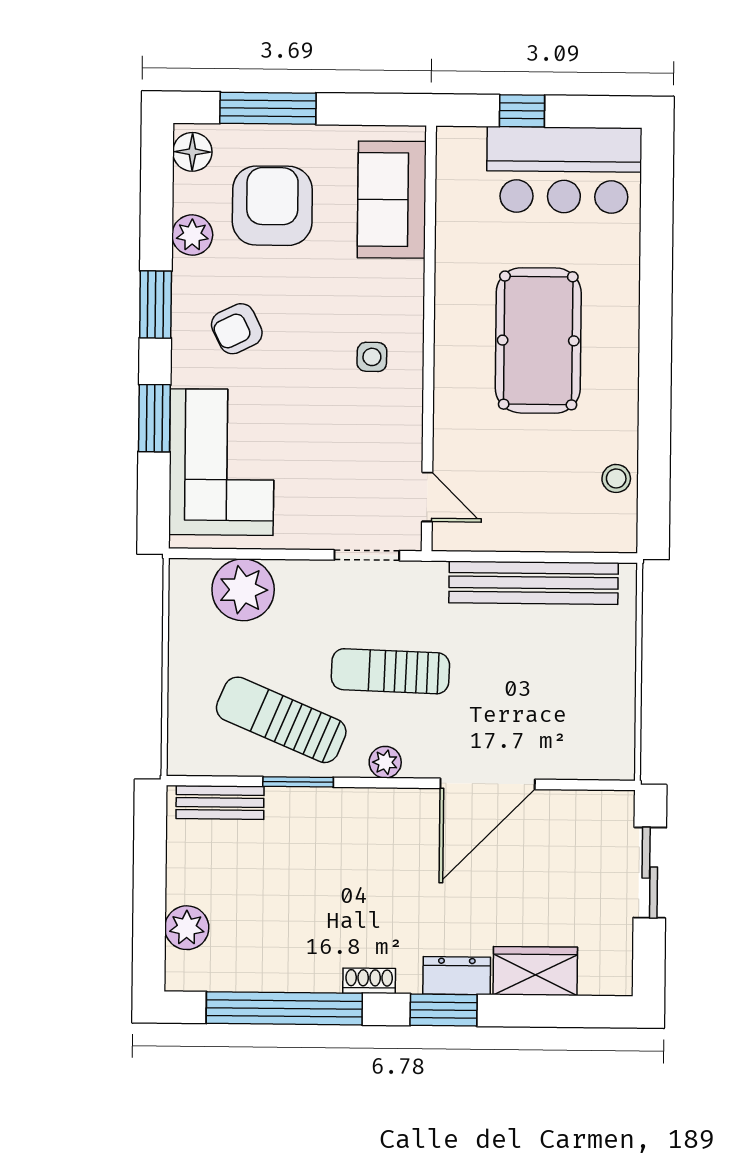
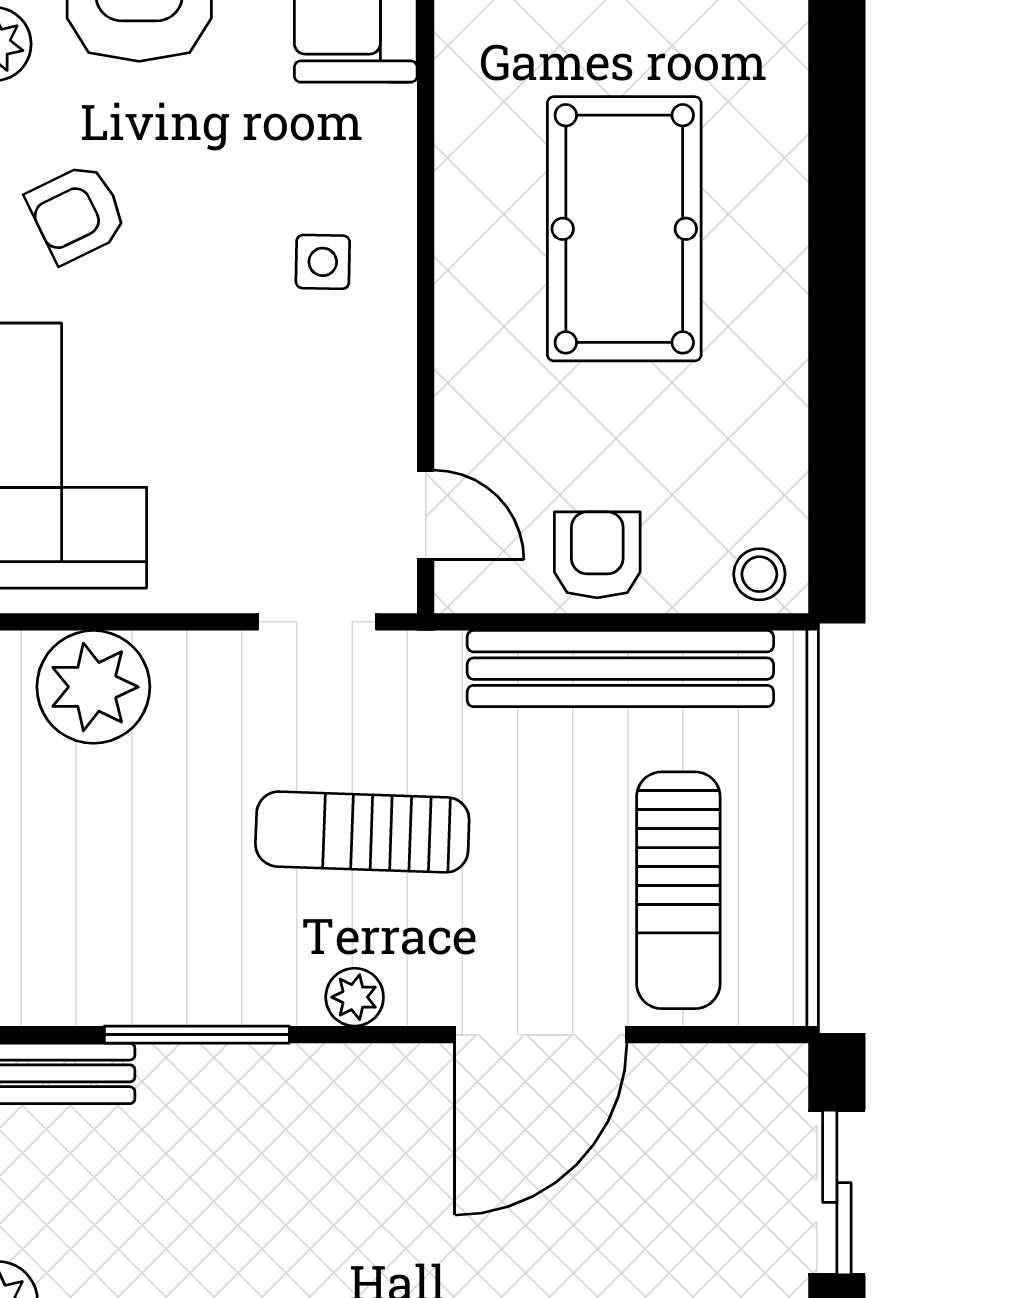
stool: (616, 478) -> (759, 574), moved
armchair: (521, 520) -> (597, 555), added
sun lounger: (281, 720) -> (678, 890), moved, turned -113
window: (298, 782) -> (197, 1035), width x1.44

